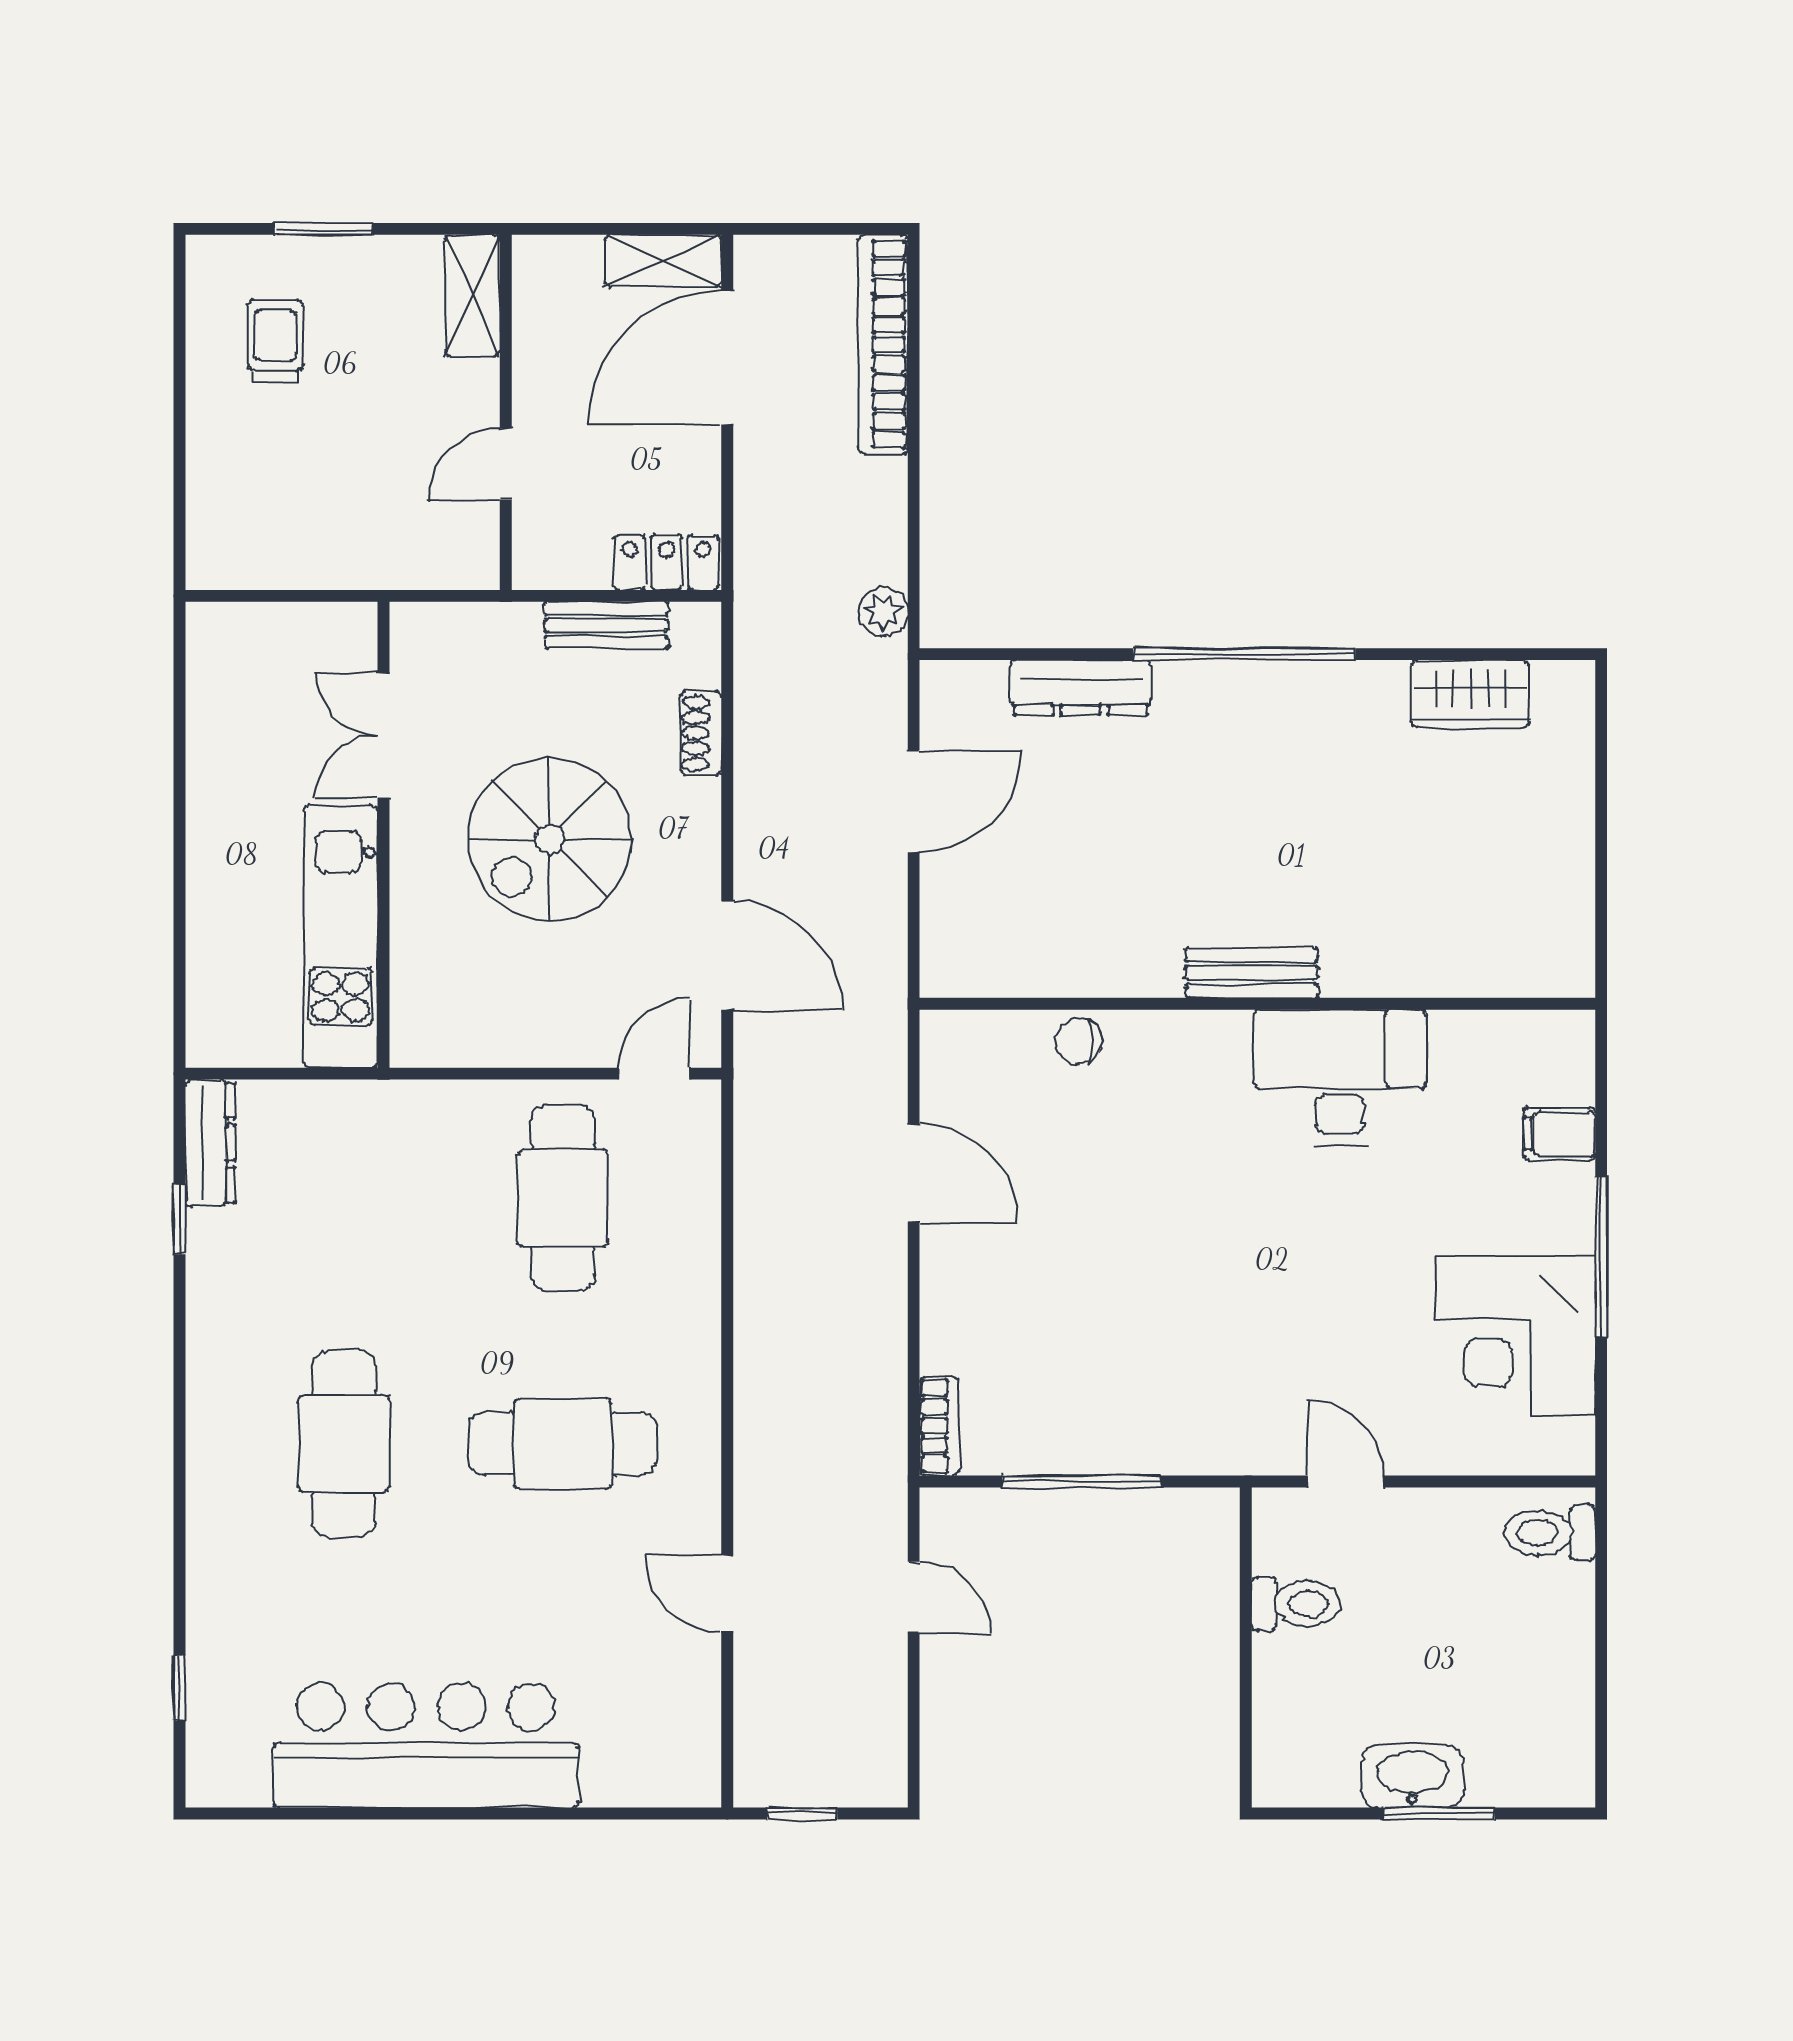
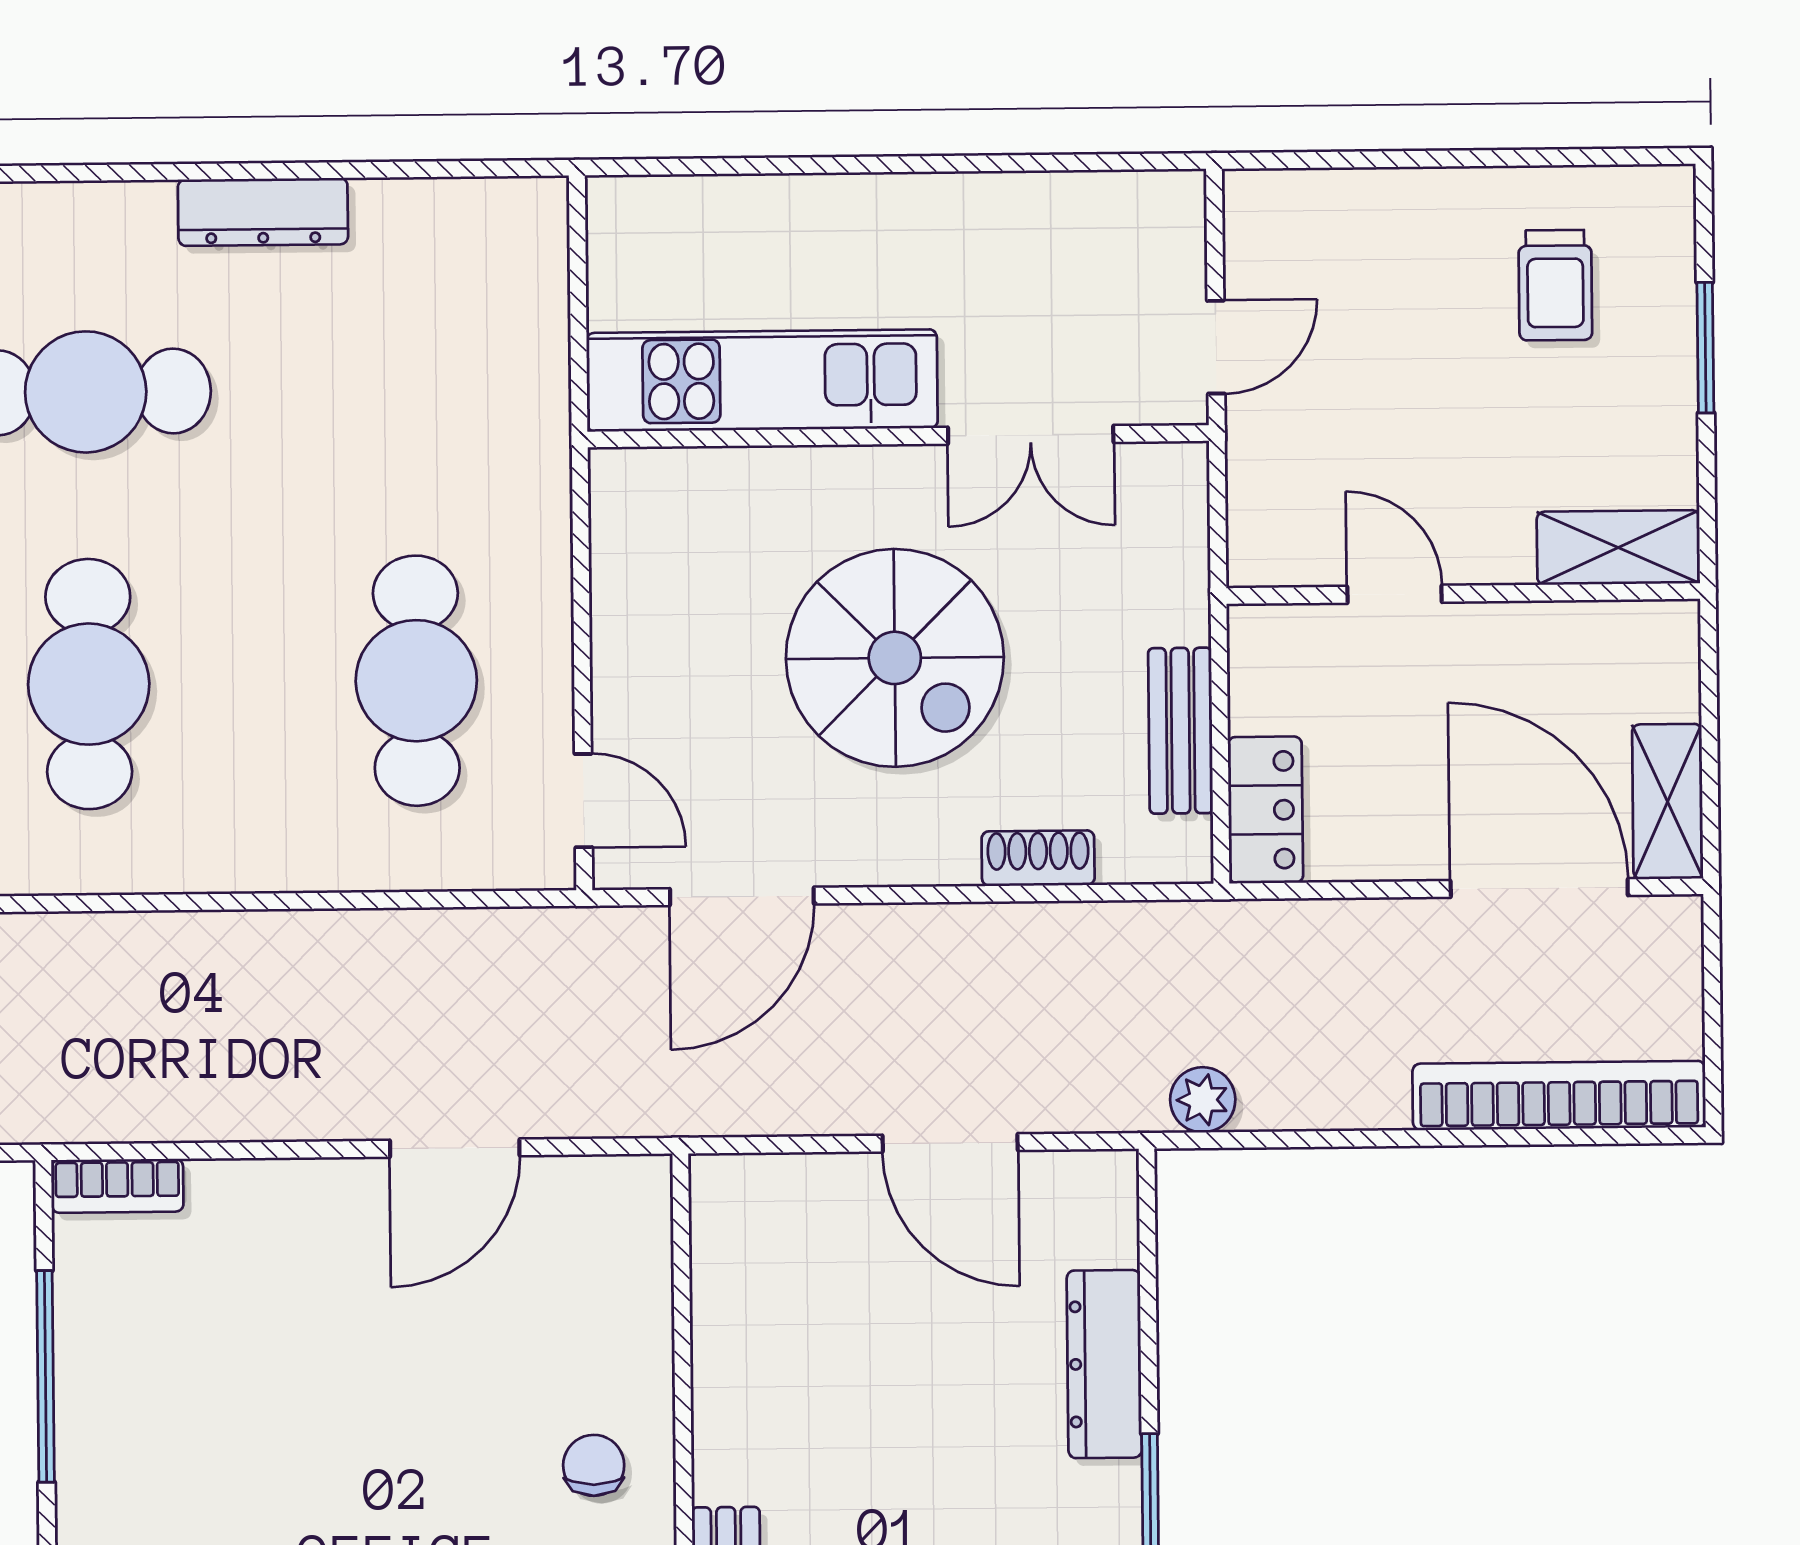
trolley: (275, 341) -> (1555, 285), turned 90
door: (319, 596) -> (1216, 347), added
double door: (383, 735) -> (1031, 435), swing flipped
spiral stairs: (550, 839) -> (895, 658), turned 180
chair: (1079, 1041) -> (594, 1465), moved
dresser: (210, 1143) -> (263, 212), moved
cafe table: (563, 1198) -> (416, 681), turned 90
window: (180, 1219) -> (383, 170), removed

